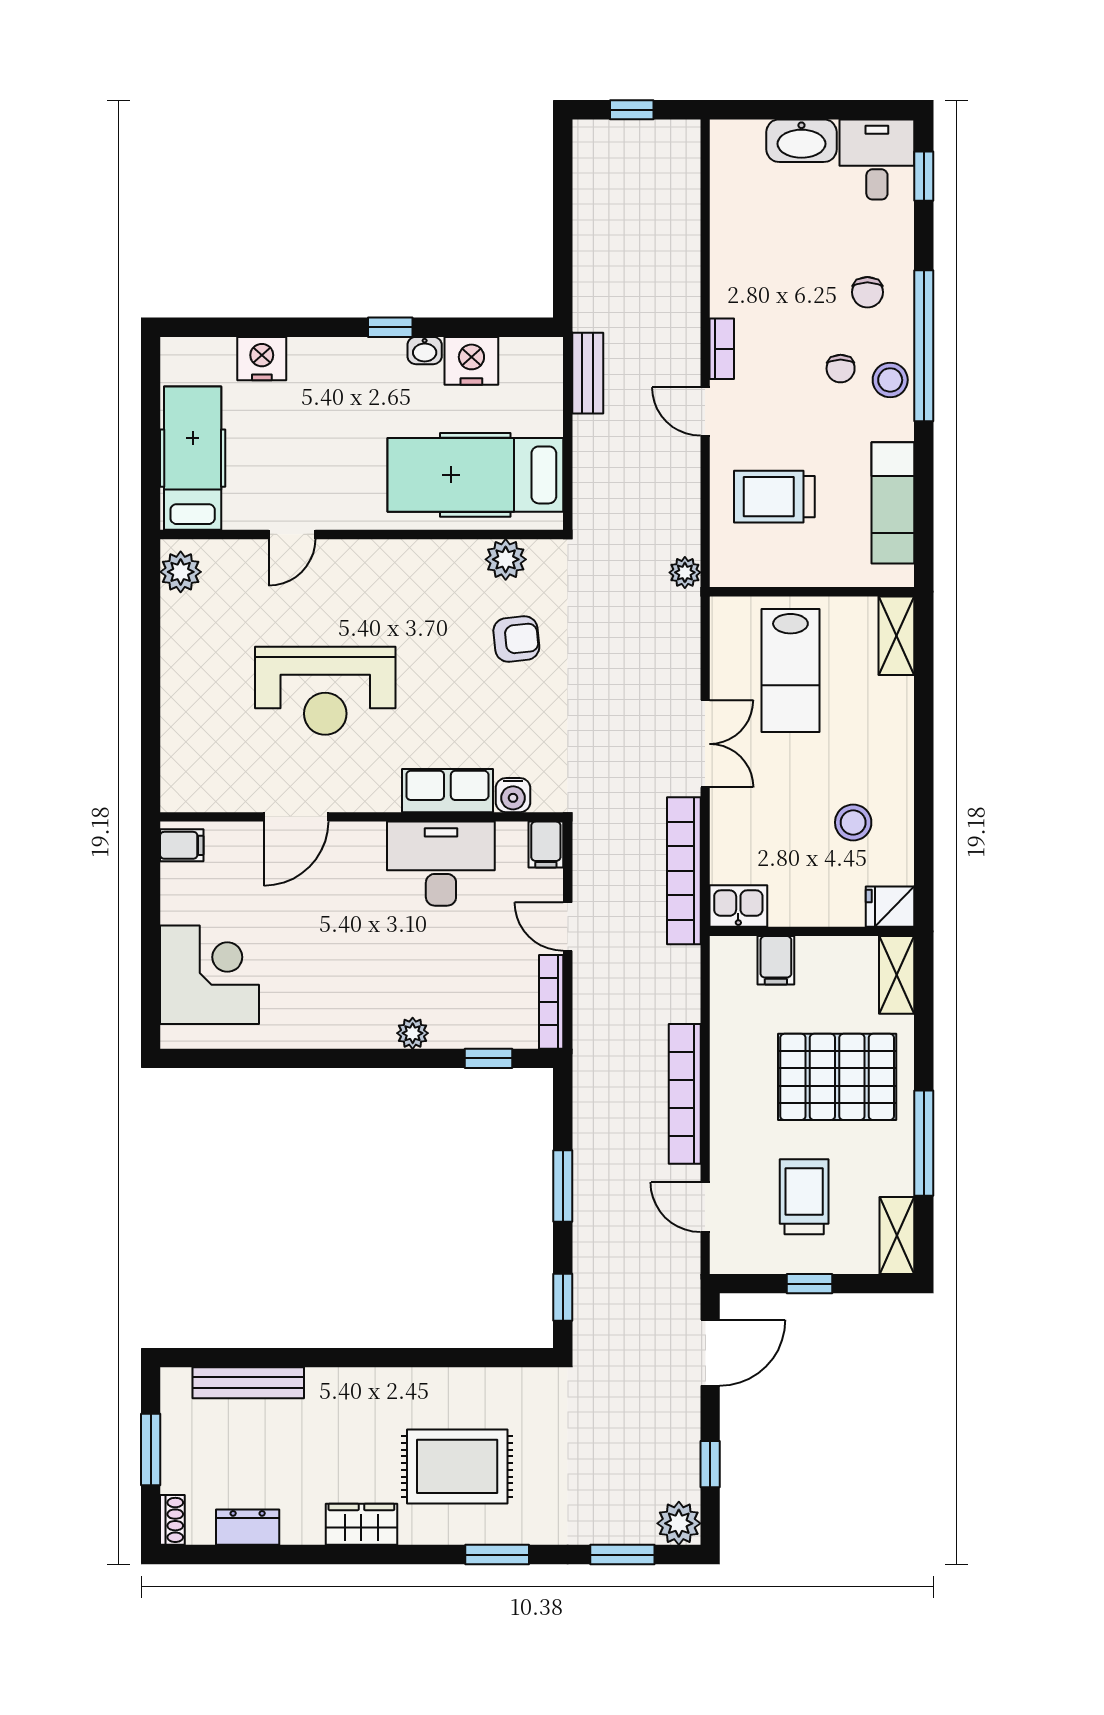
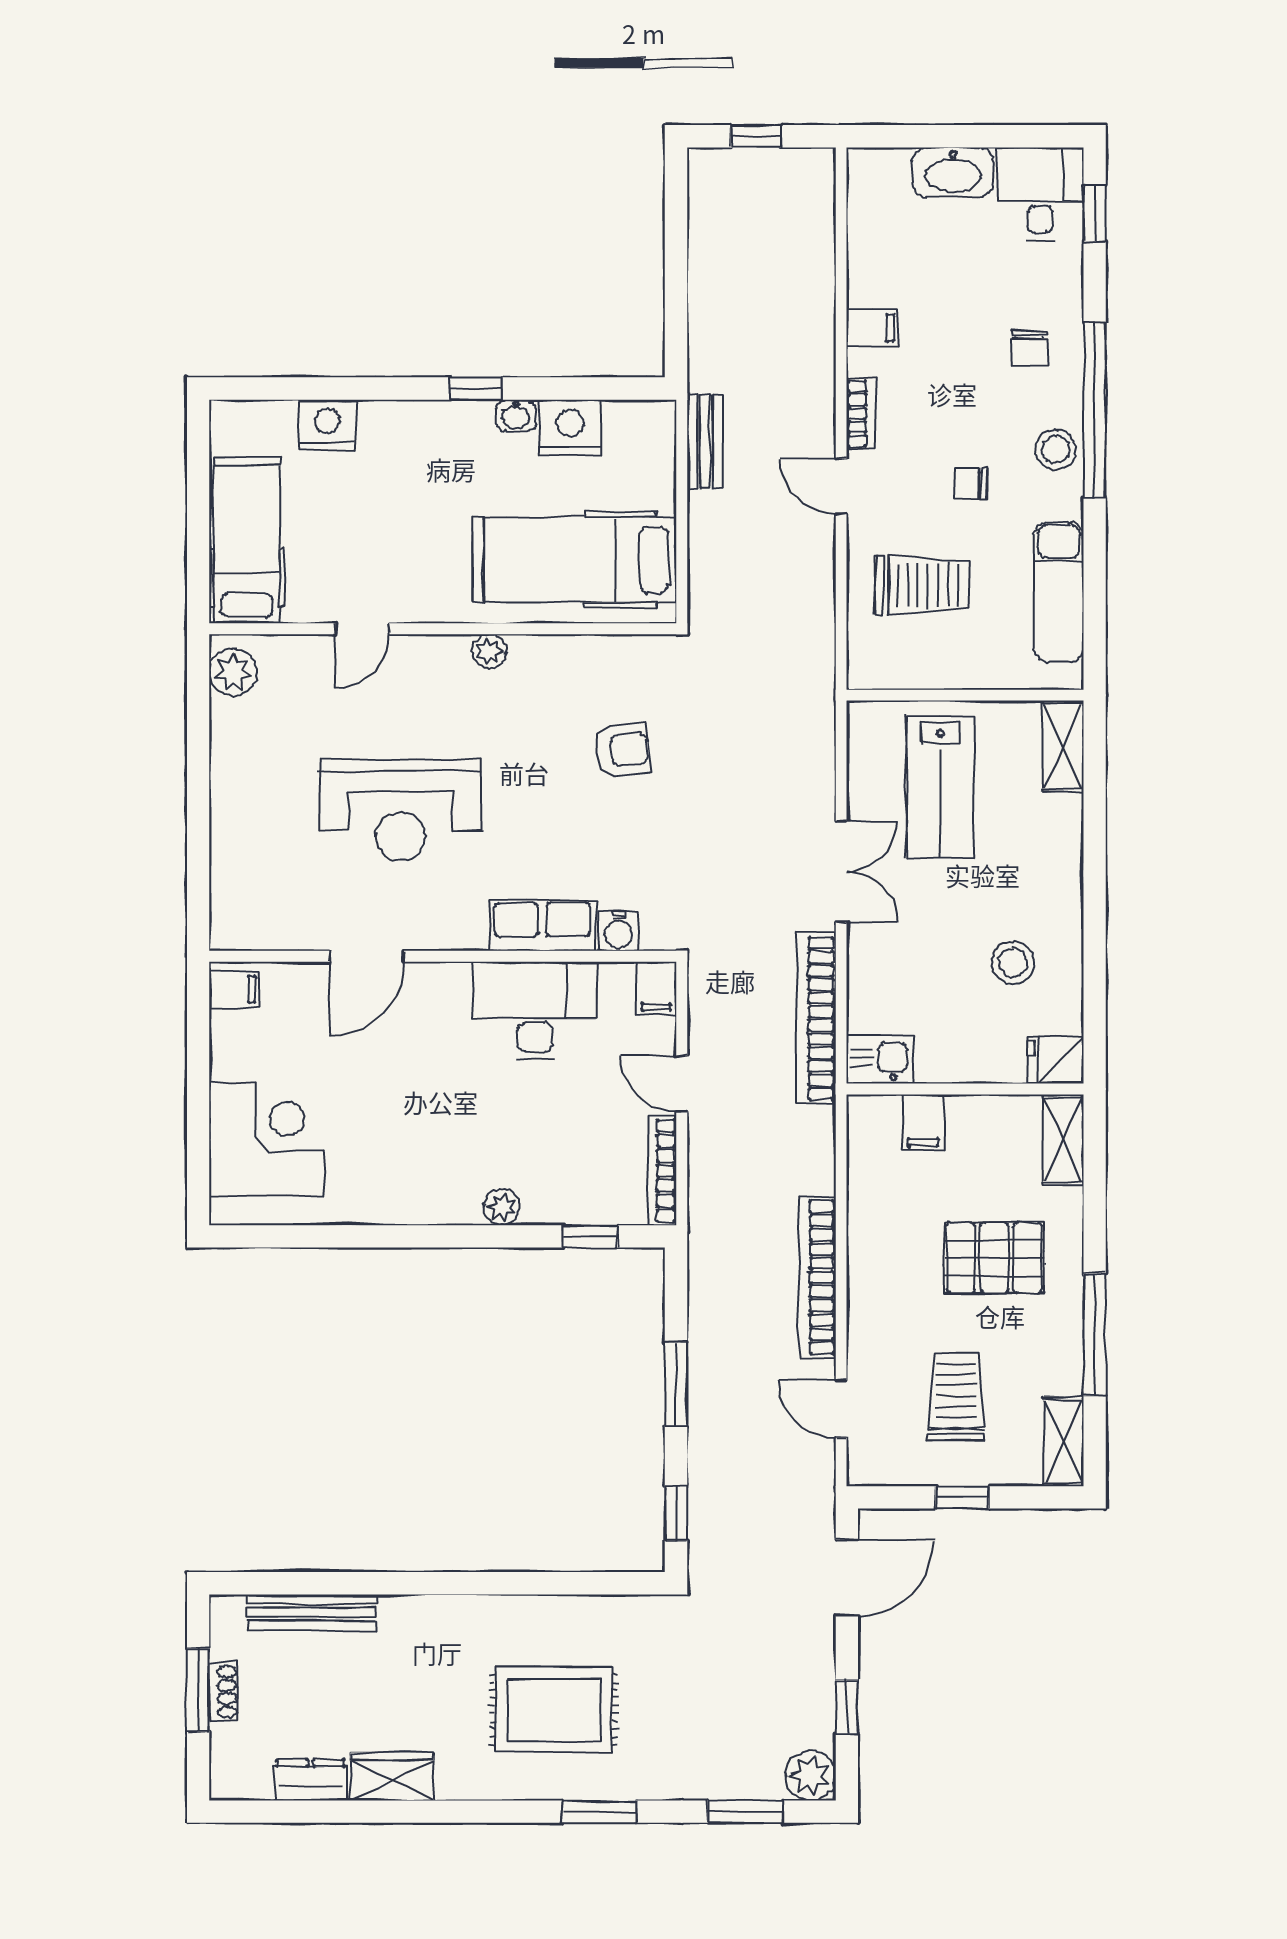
filing cabinet: (732, 275) -> (872, 328), added
chair: (841, 369) -> (970, 483), moved, turned 90
trolley: (774, 497) -> (921, 585), turned 180
plant: (506, 559) -> (489, 651), moved, width x0.73, depth x0.73
plant: (685, 572) -> (818, 673), removed
pallet: (837, 1077) -> (994, 1258), width x0.73, depth x0.71
shoe rack: (172, 1520) -> (223, 1692), moved
wardrobe: (361, 1524) -> (392, 1777), moved

